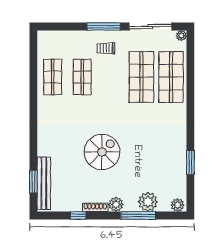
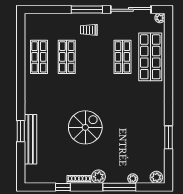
shop shelf: (141, 77) -> (122, 57), width x0.70, depth x0.74
window: (33, 182) -> (21, 131), moved
bench: (44, 183) -> (31, 139), moved
plant: (148, 202) -> (133, 179), width x0.53, depth x0.53

